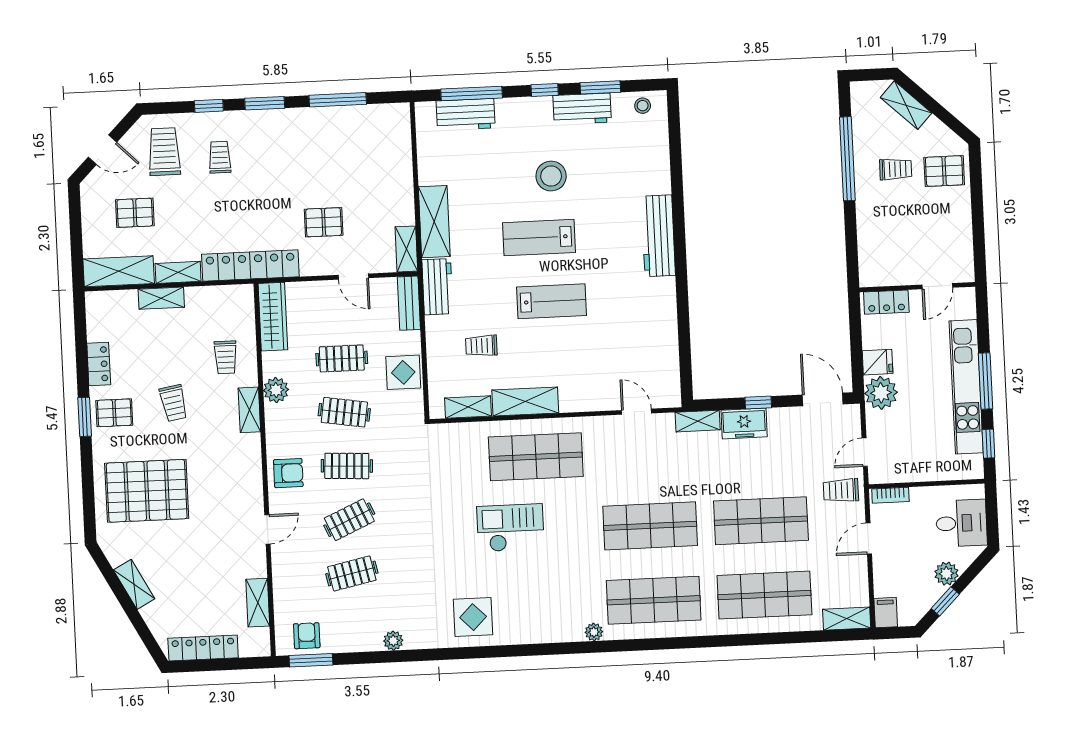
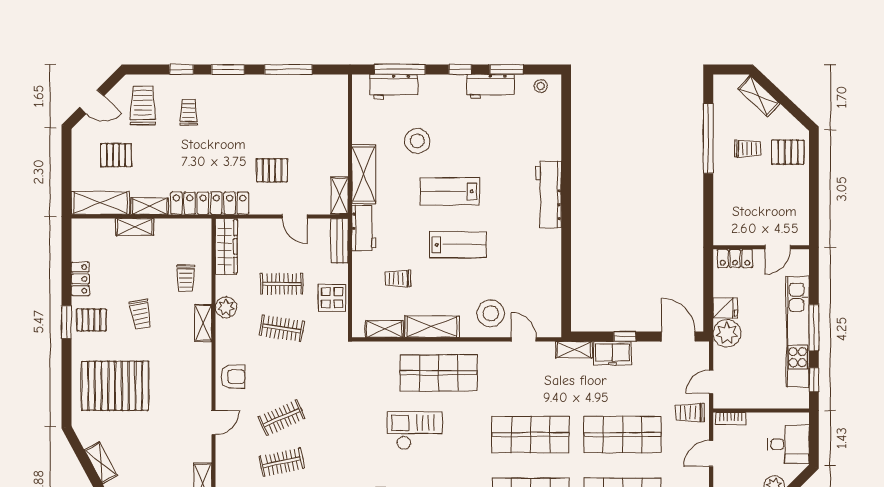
stool: (551, 176) -> (417, 141), moved
stool: (595, 382) -> (491, 313), added
clothes rail: (347, 466) -> (282, 373), removed

